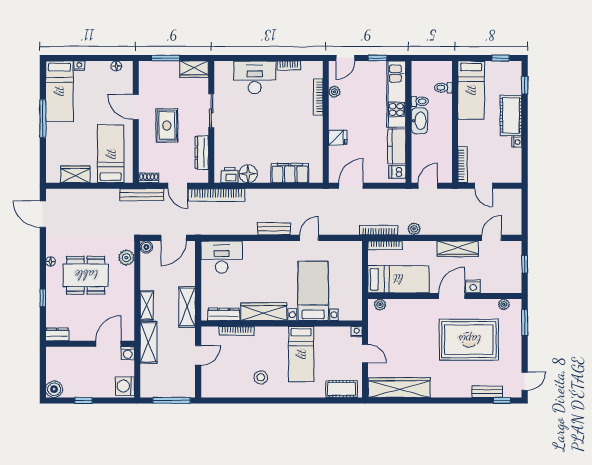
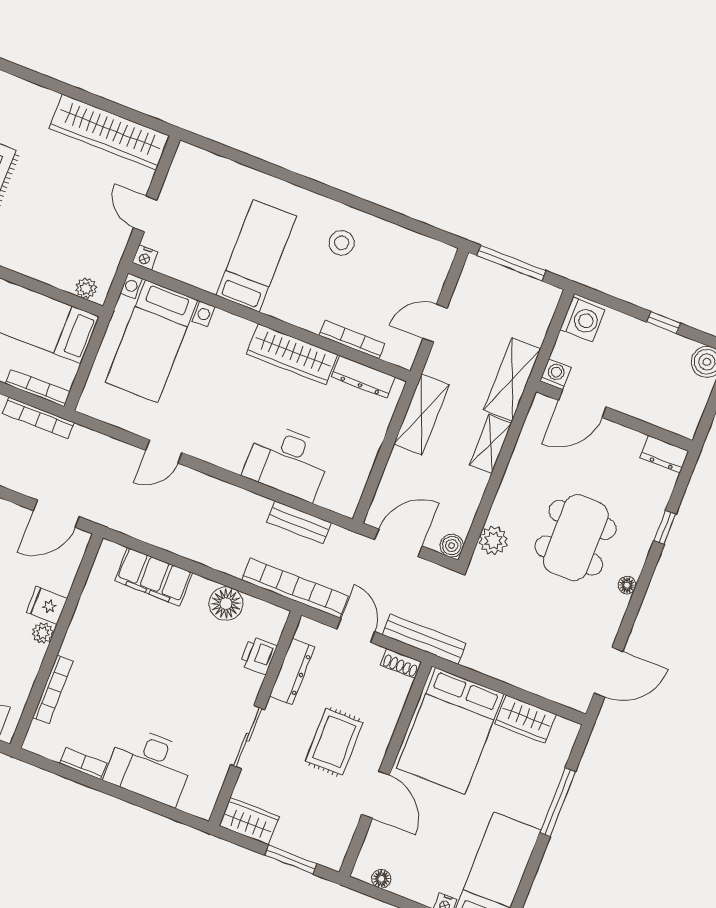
plant: (334, 92) -> (43, 633), moved
window: (43, 119) -> (558, 802), moved
bed: (111, 154) -> (450, 731), width x1.50
printer: (229, 175) -> (258, 655), moved, turned 90
door: (43, 214) -> (608, 672), hinge flipped
bench: (274, 229) -> (299, 522), moved
desk: (222, 257) -> (287, 462), moved
dining table: (86, 275) -> (576, 538), turned 90
bed with nightstands: (313, 291) -> (151, 341), moved
cot: (341, 389) -> (210, 168), removed

